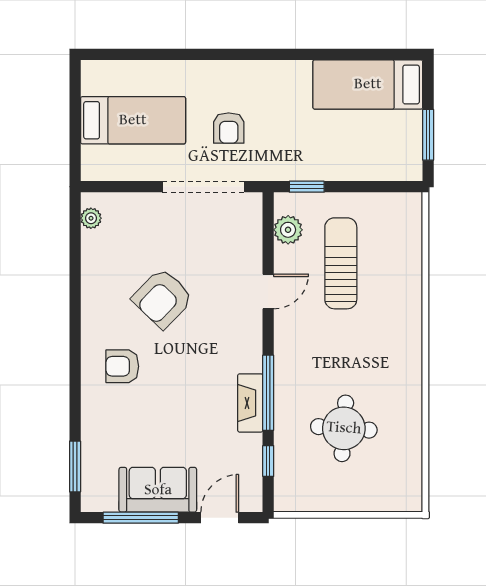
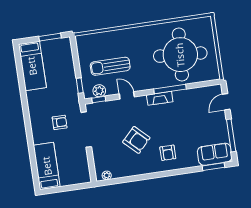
bed: (133, 120) -> (47, 166), moved
fireplace: (250, 403) -> (160, 98), moved
round table: (344, 428) -> (180, 55), width x1.86, depth x1.86
window: (268, 461) -> (99, 100), moved
sofa: (158, 490) -> (215, 154), moved, turned 90
door: (220, 518) -> (226, 102), hinge flipped

